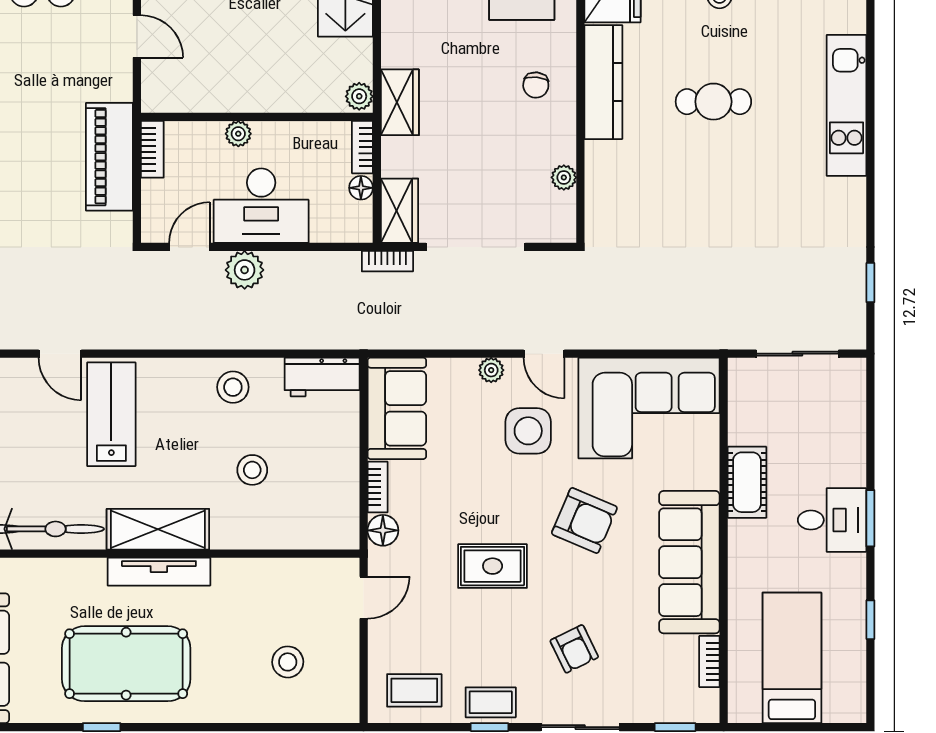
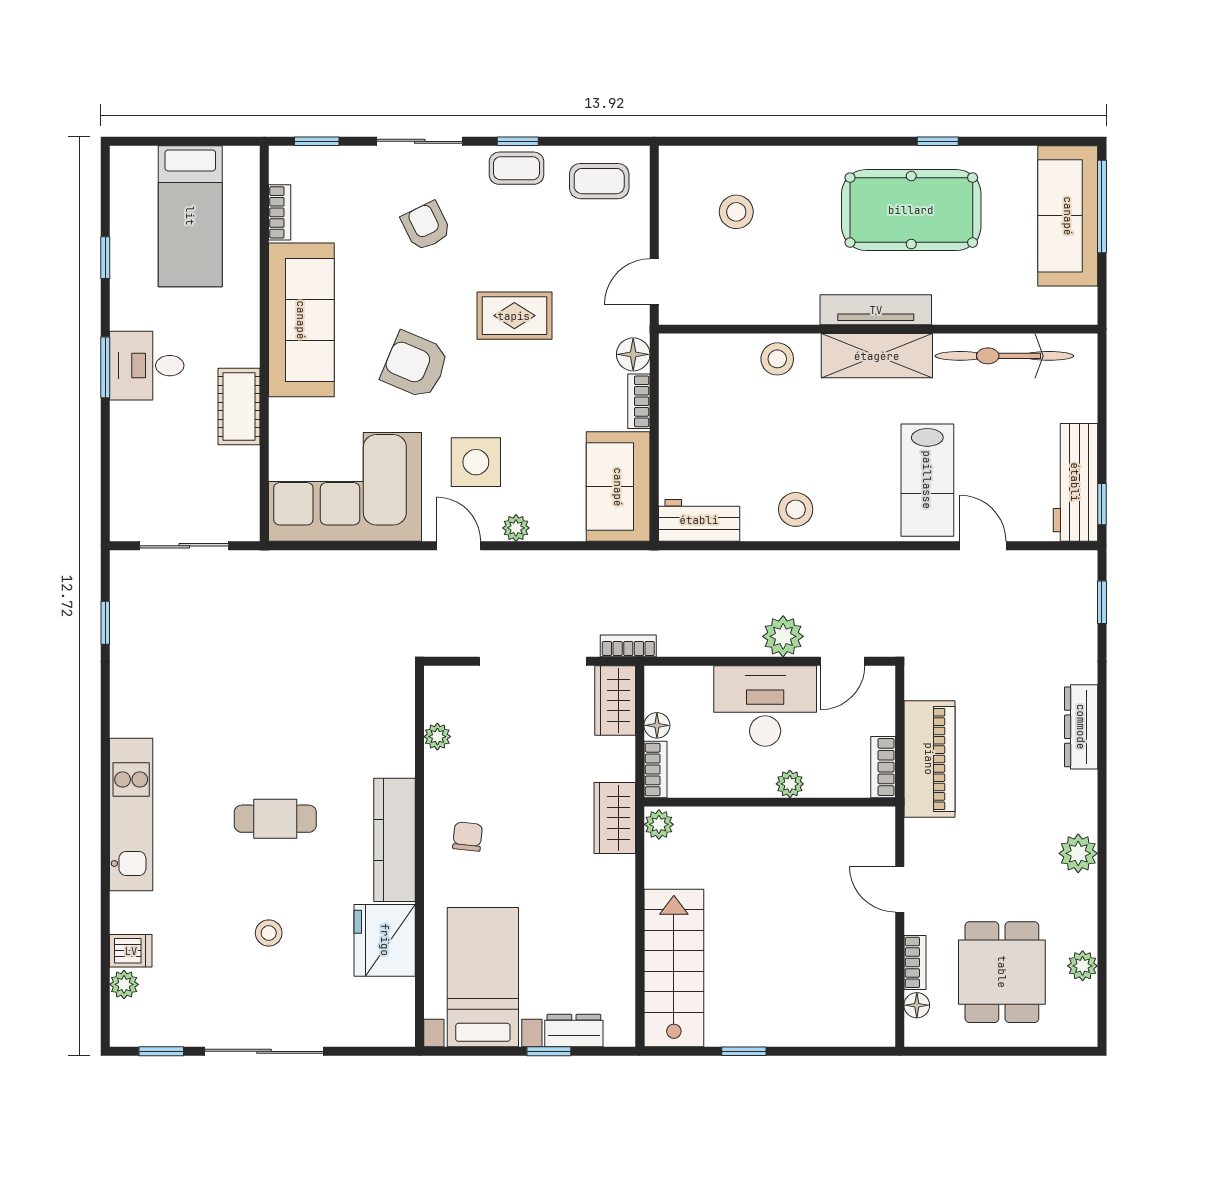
stool: (252, 470) -> (777, 359), moved

